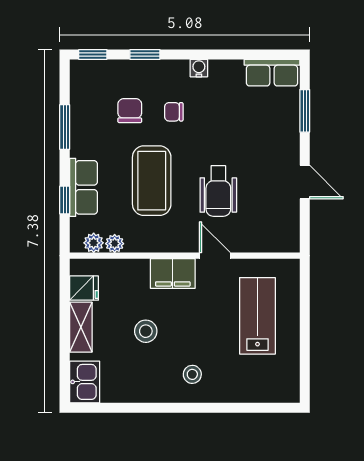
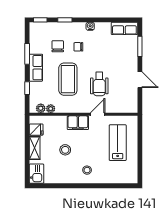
row of seats: (83, 187) -> (36, 68), moved
door: (215, 256) -> (98, 114), hinge flipped

